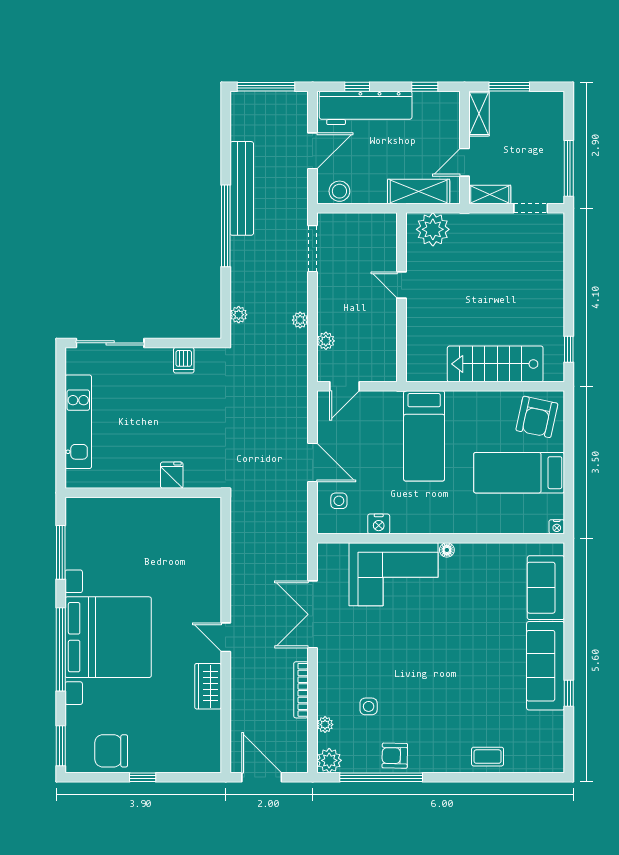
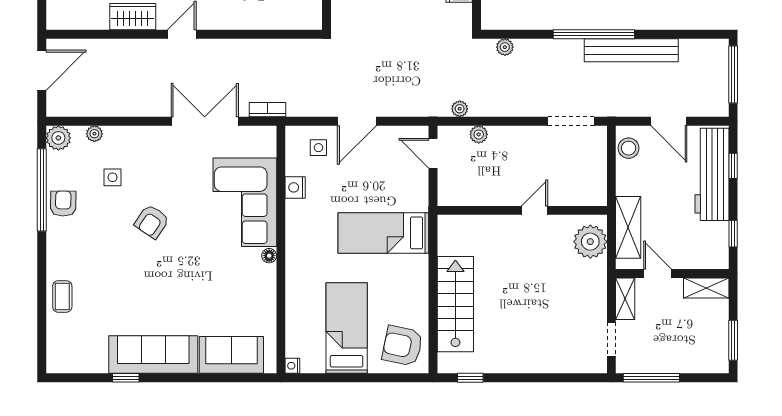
window: (509, 87) -> (733, 340), moved
plant: (300, 320) -> (460, 109), moved
armchair: (413, 667) -> (152, 222), added
bookcase: (301, 690) -> (268, 110), moved, width x0.64

